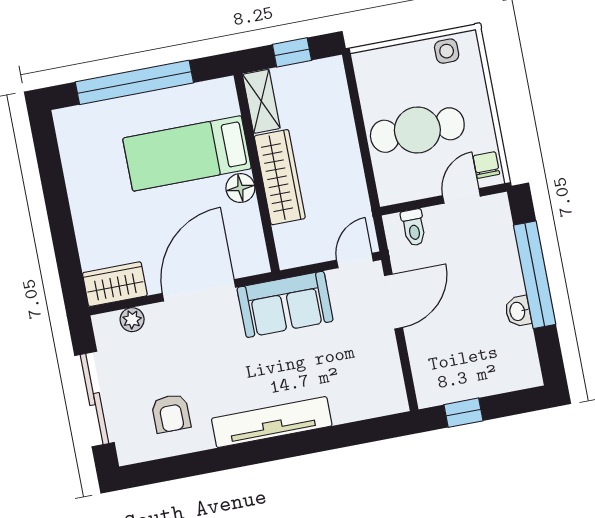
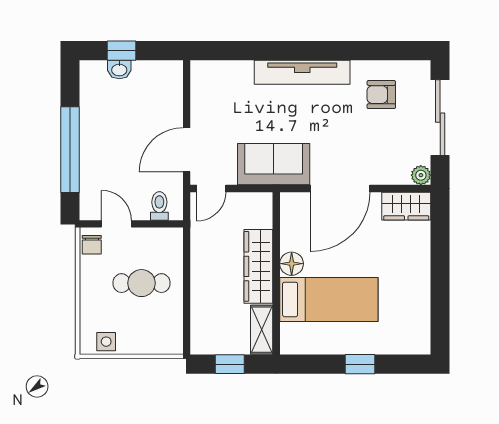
window: (134, 82) -> (360, 364), width x0.32
cafe table: (417, 130) -> (142, 283), width x0.73, depth x0.74
door: (461, 196) -> (116, 224), swing flipped
washbasin: (518, 311) -> (119, 69), moved, turned 90
plant: (132, 320) -> (421, 175), moved
armchair: (171, 413) -> (381, 95), turned -90
window: (463, 413) -> (121, 51), moved

